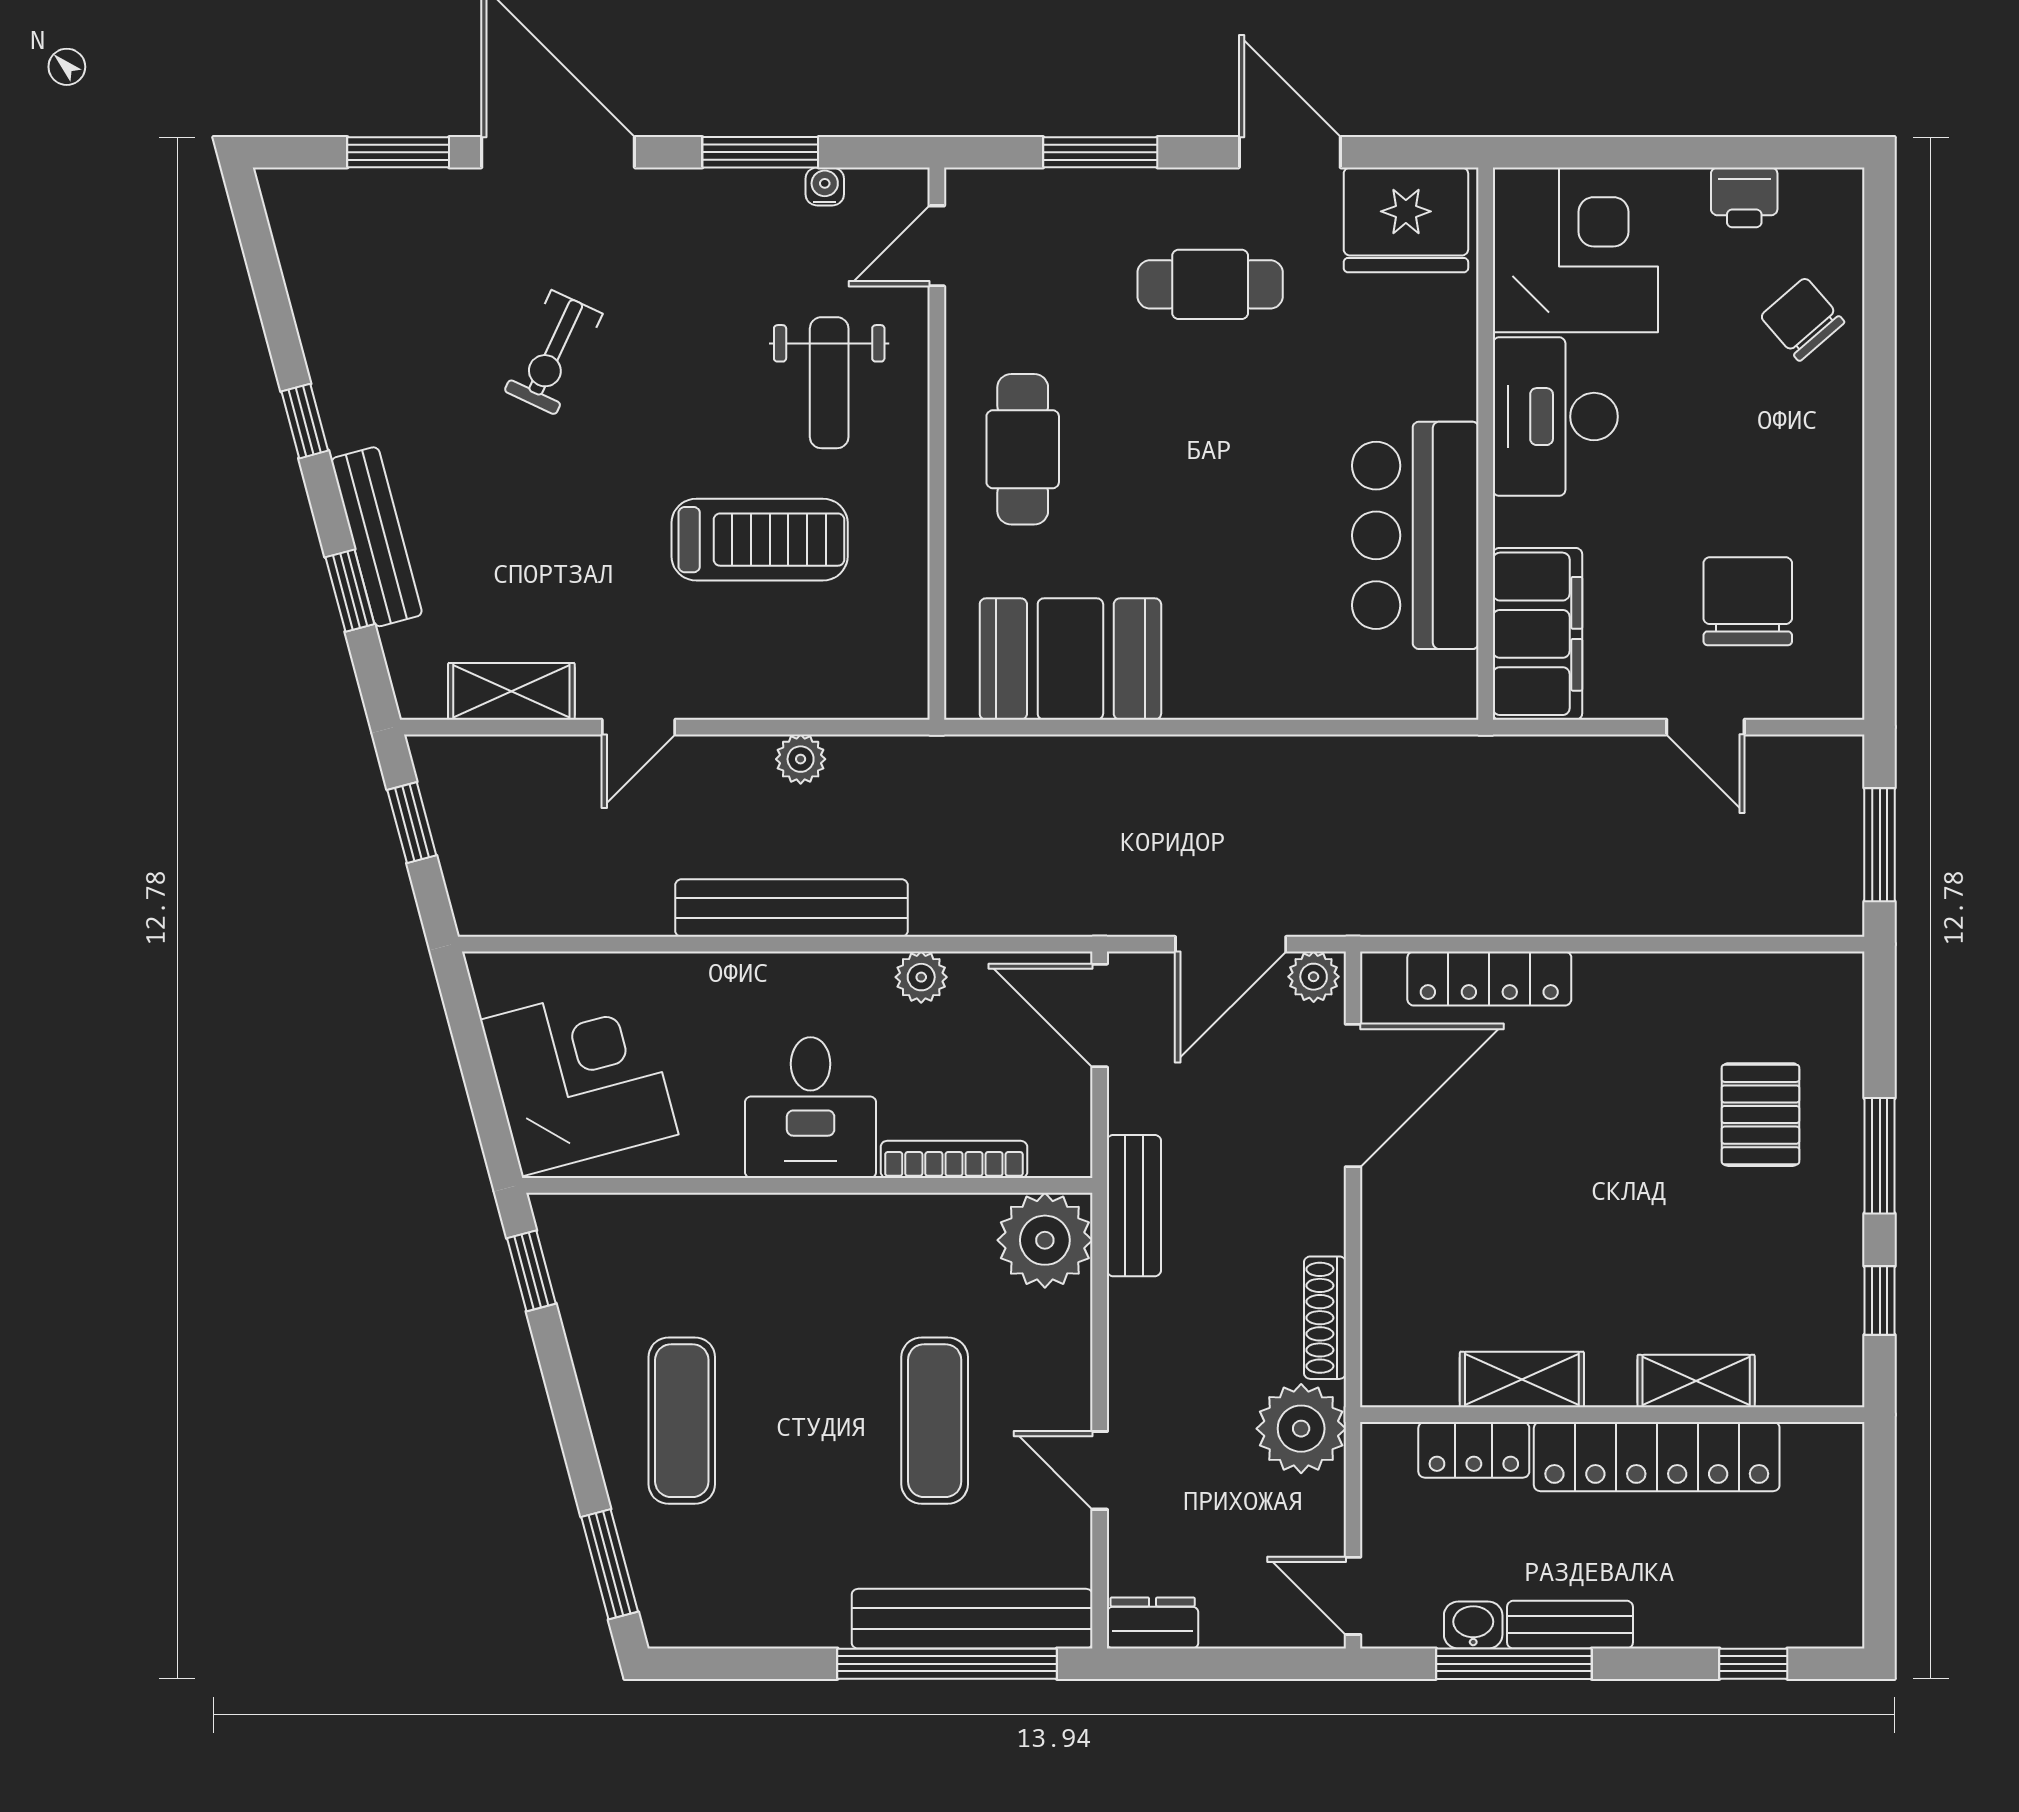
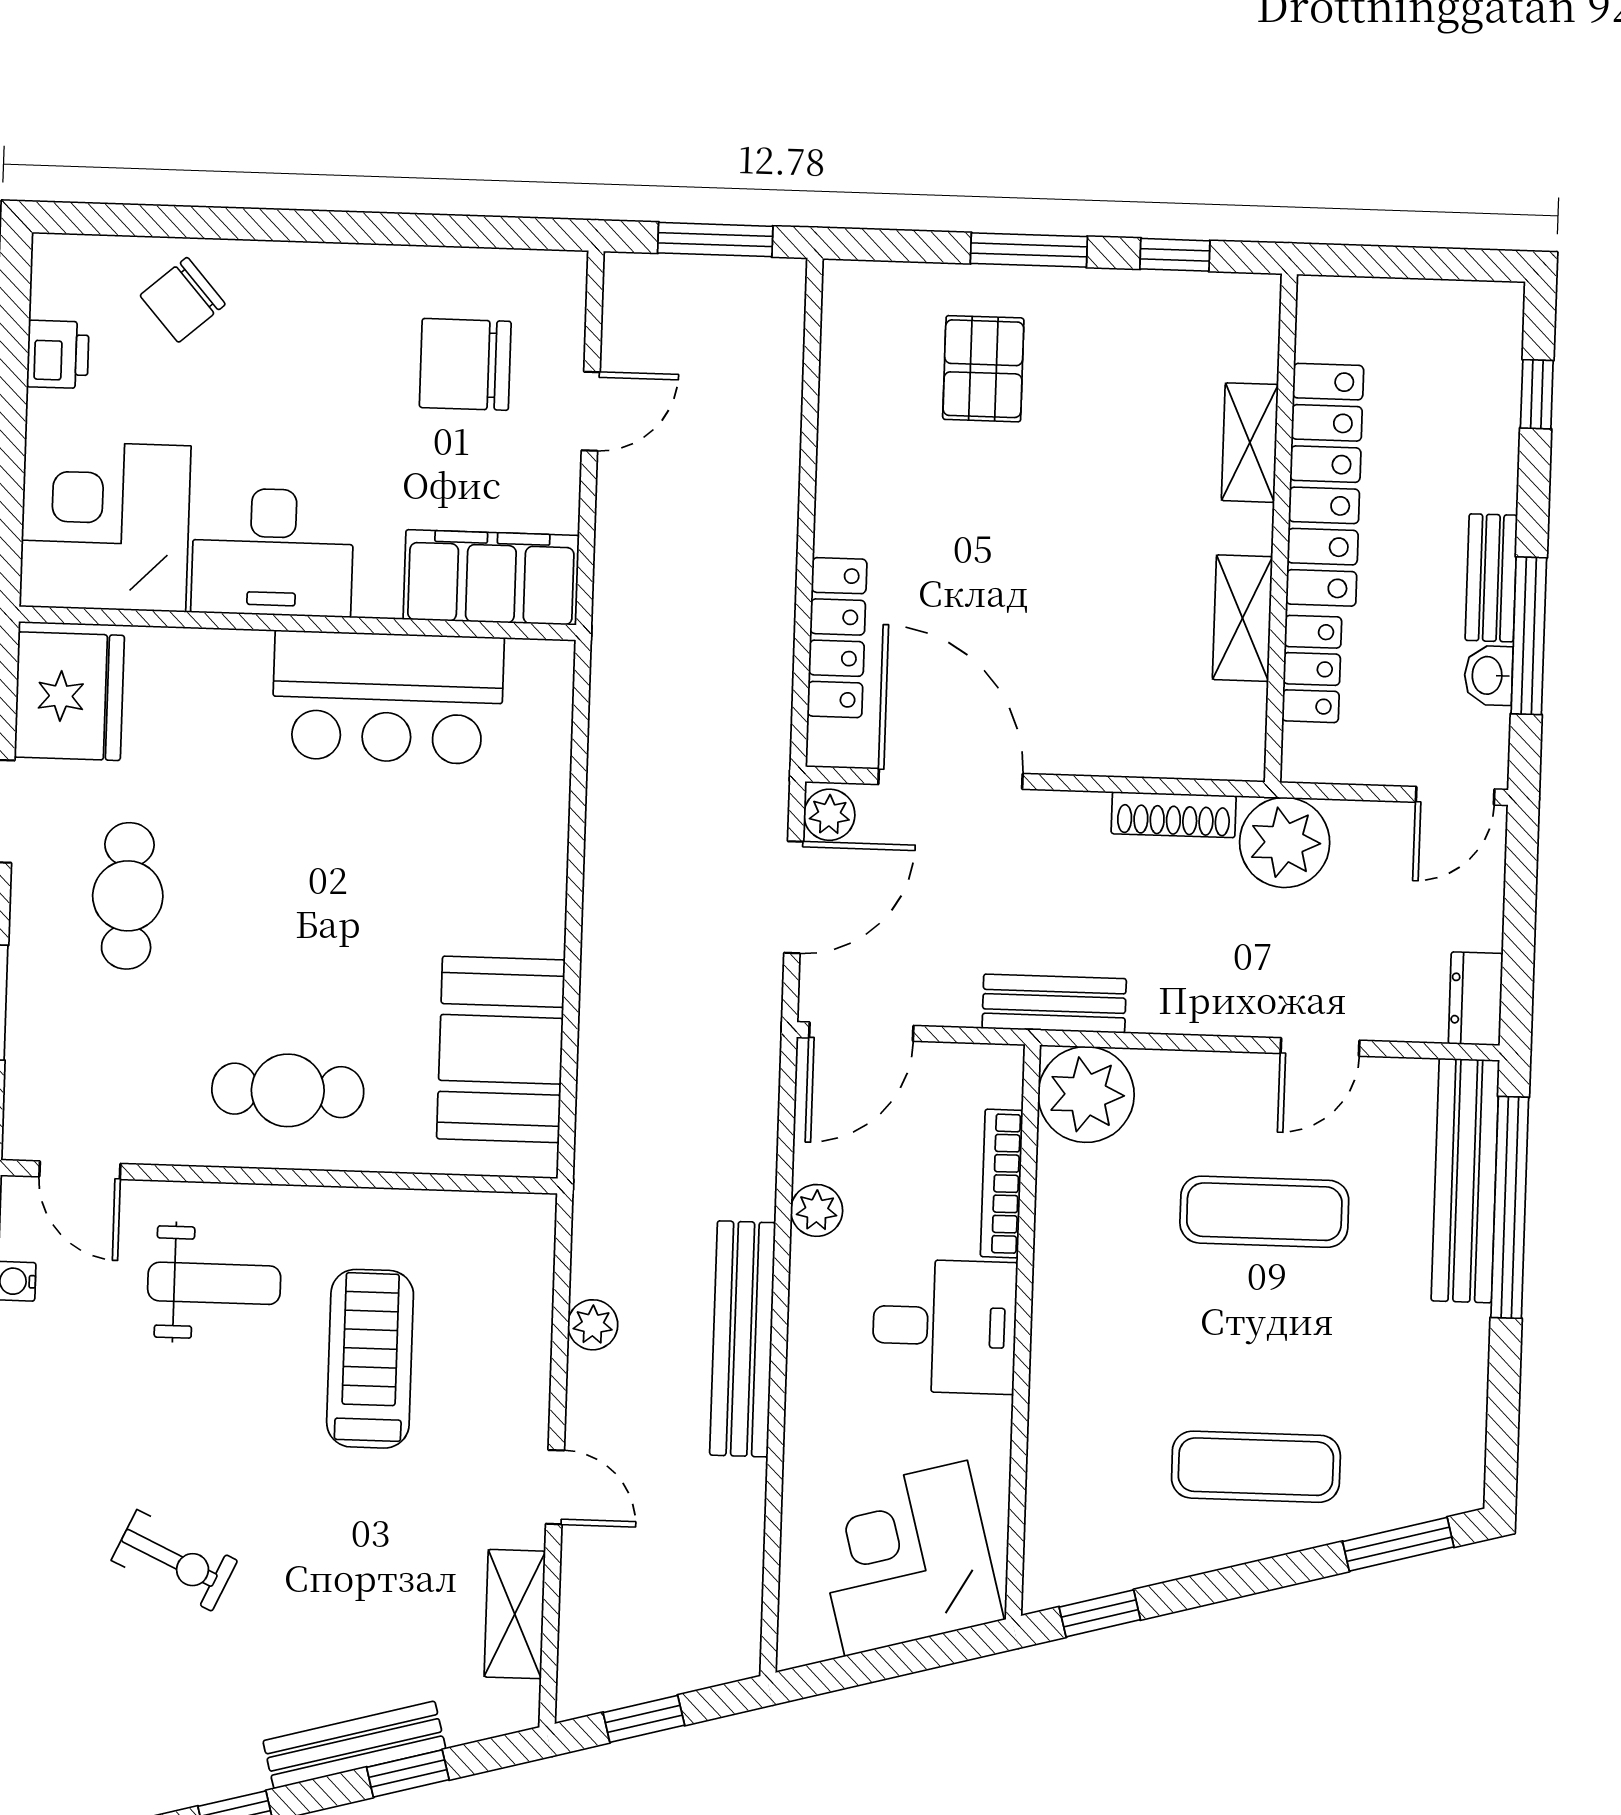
door: (1231, 944) -> (794, 897), hinge flipped
pallet: (1760, 1115) -> (983, 369), turned 90

